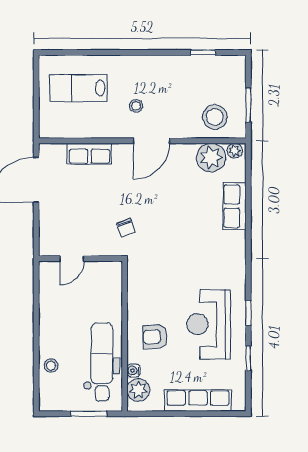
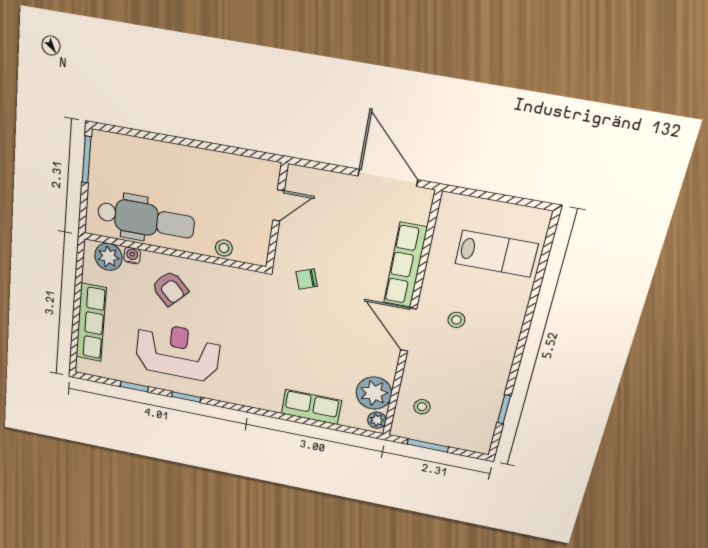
lab bench: (78, 88) -> (496, 254), turned 90
stool: (215, 117) -> (422, 407), width x0.53, depth x0.53
row of seats: (89, 154) -> (405, 265), width x1.48
door: (72, 259) -> (278, 205), swing flipped
armchair: (155, 337) -> (170, 288), turned 137
stool: (51, 366) -> (224, 248), moved
window: (89, 414) -> (87, 160), moved

